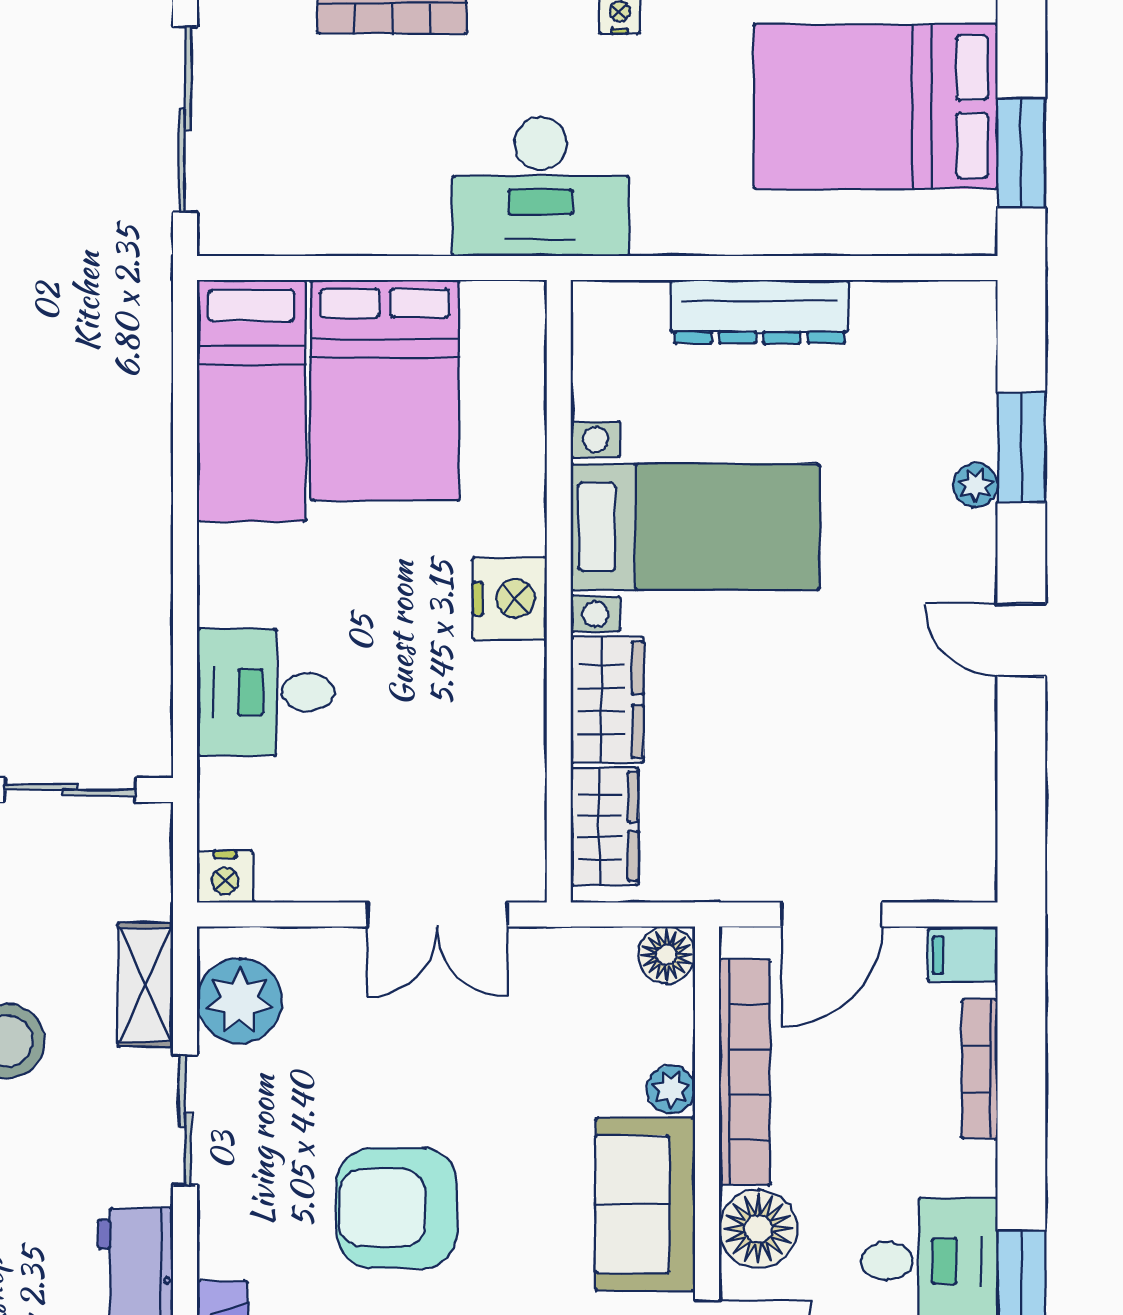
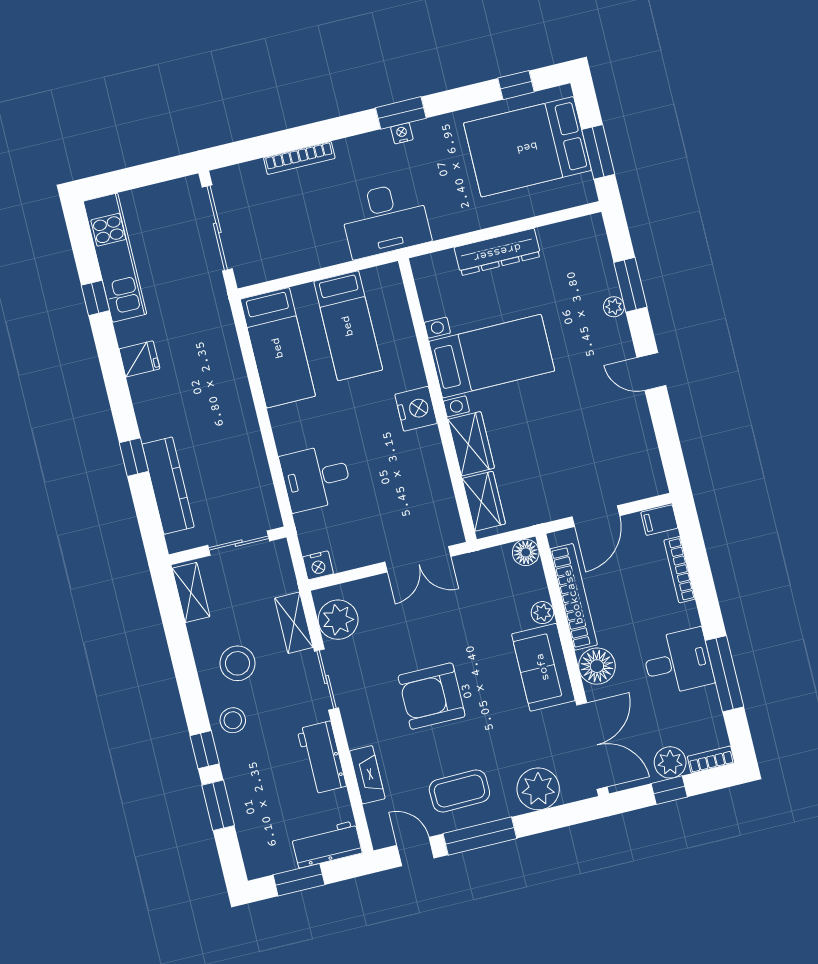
bed: (385, 390) -> (348, 326), width x0.67

